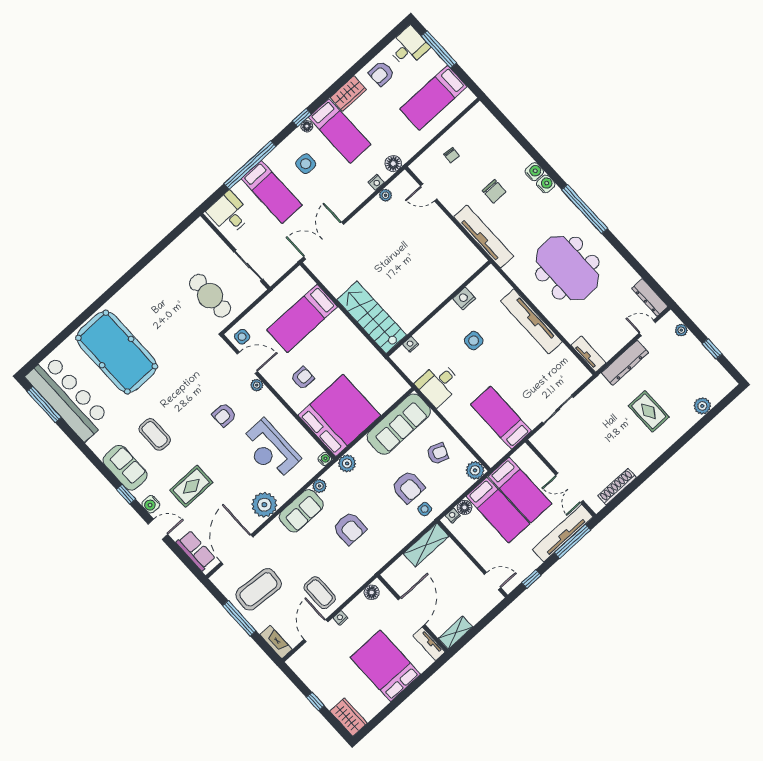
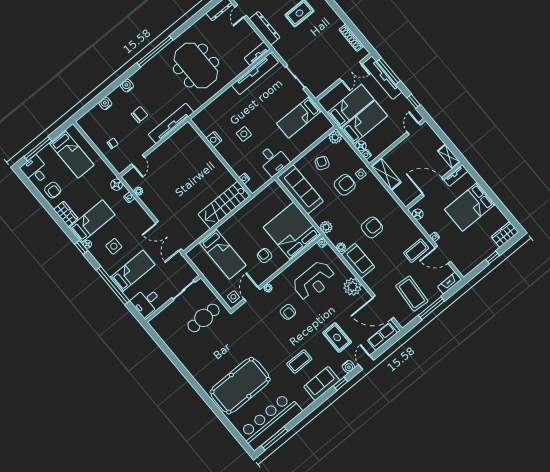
water cooler: (546, 184) -> (105, 103), moved
meeting table: (567, 268) -> (196, 66), turned 90
tv unit: (531, 321) -> (255, 74), moved

